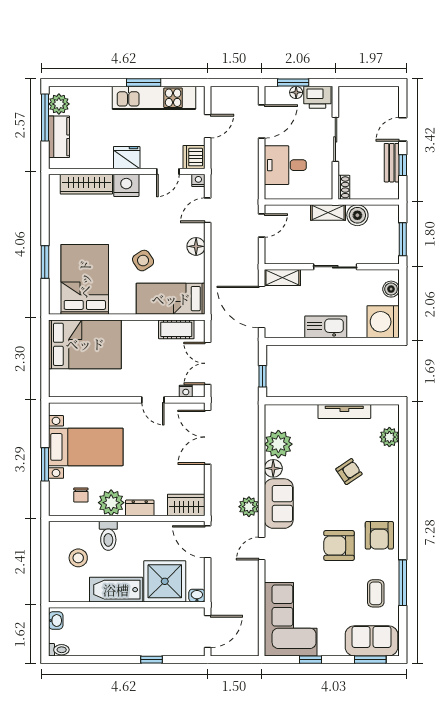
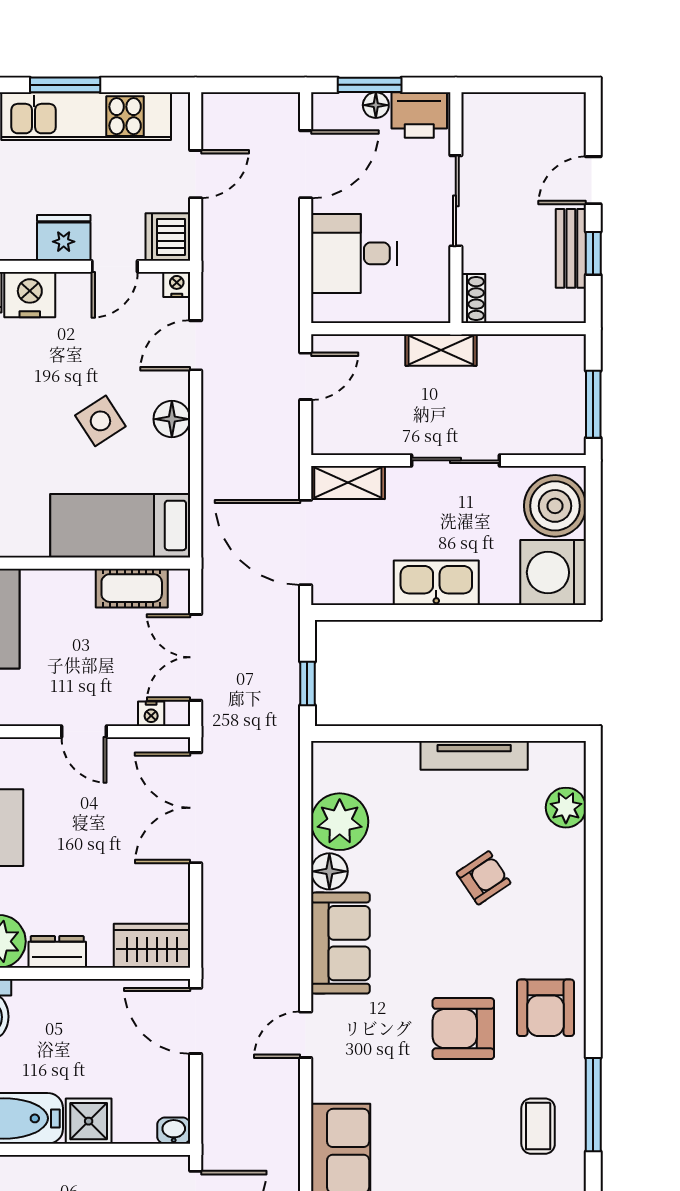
fridge: (127, 158) -> (64, 238), moved
boiler: (357, 215) -> (501, 356), removed
side table: (143, 261) -> (100, 421), moved
boiler: (391, 289) -> (555, 506), width x1.86, depth x1.86
plant: (249, 507) -> (279, 950), removed
shower: (165, 581) -> (89, 1121), width x0.54, depth x0.54

